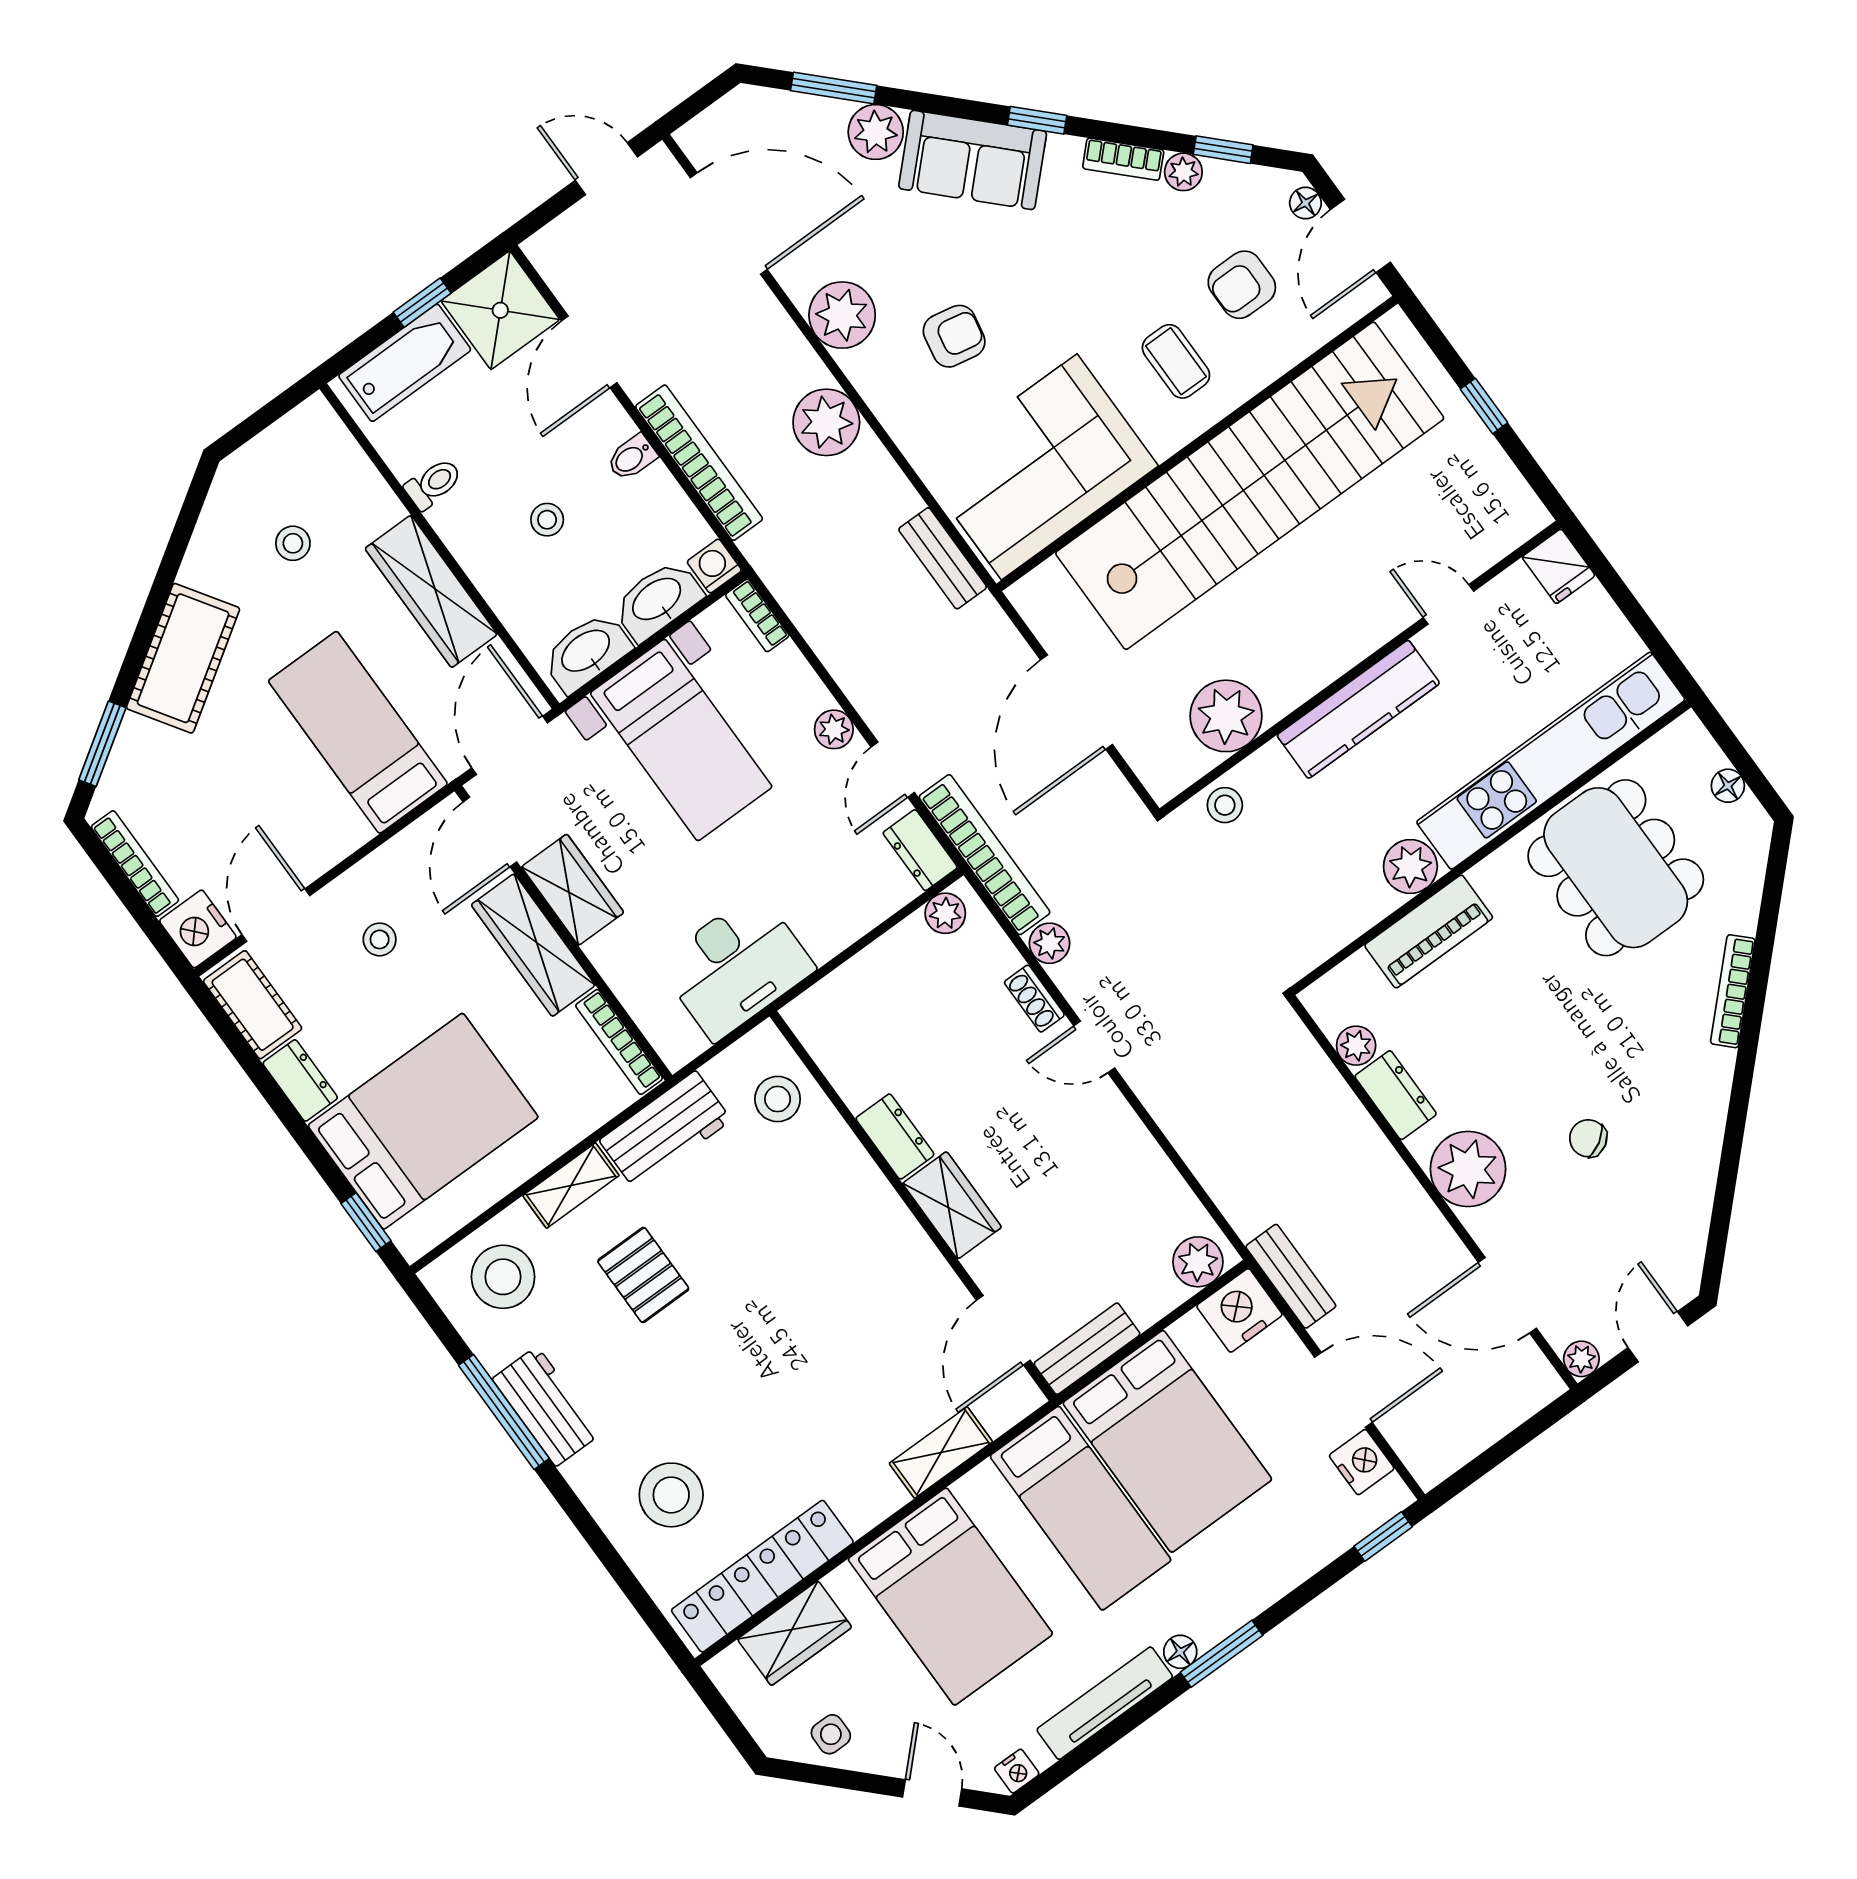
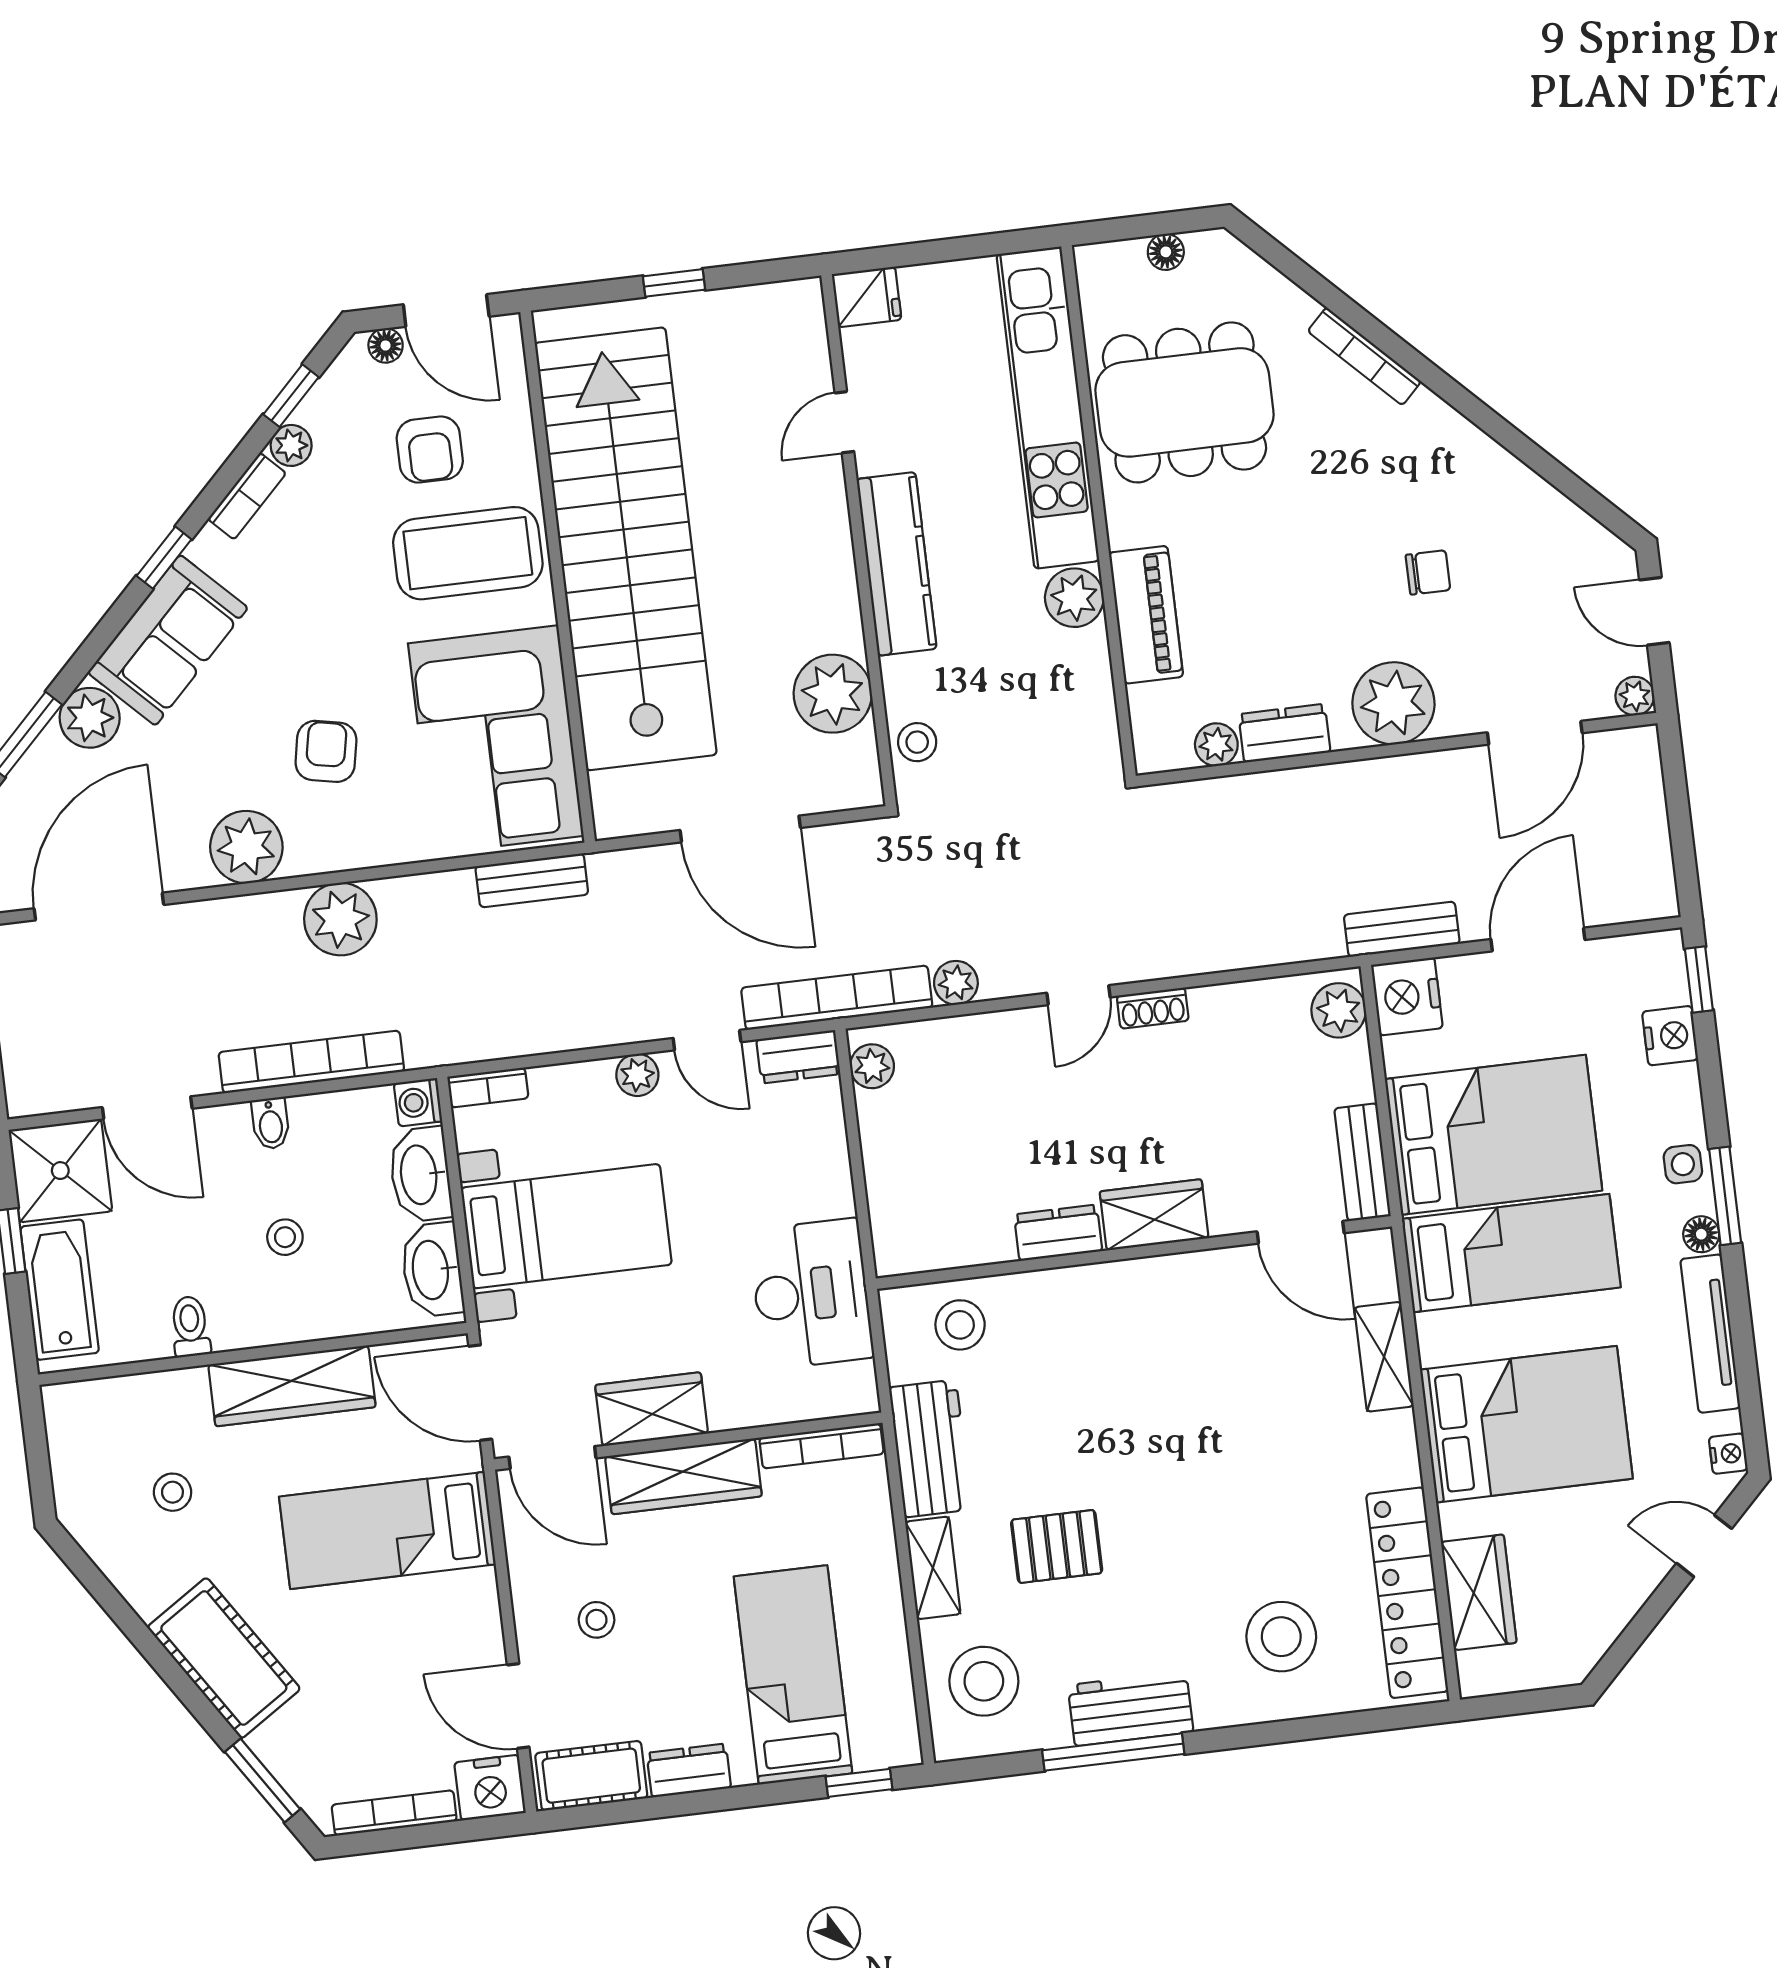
coffee table: (1176, 361) -> (468, 553), width x1.86, depth x1.72
shoe rack: (1034, 999) -> (1153, 1008), moved
bed: (423, 1121) -> (793, 1675), width x0.67
chair: (1588, 1138) -> (1428, 572), turned -148
nightstand: (1362, 1462) -> (1670, 1036), moved, turned 90
side table: (831, 1734) -> (1683, 1164), moved

